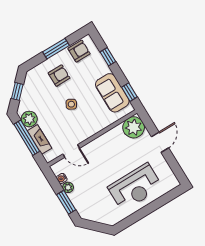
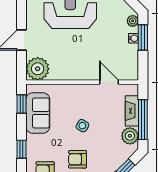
water cooler: (62, 178) -> (134, 38), moved
plant: (68, 187) -> (133, 21), moved

